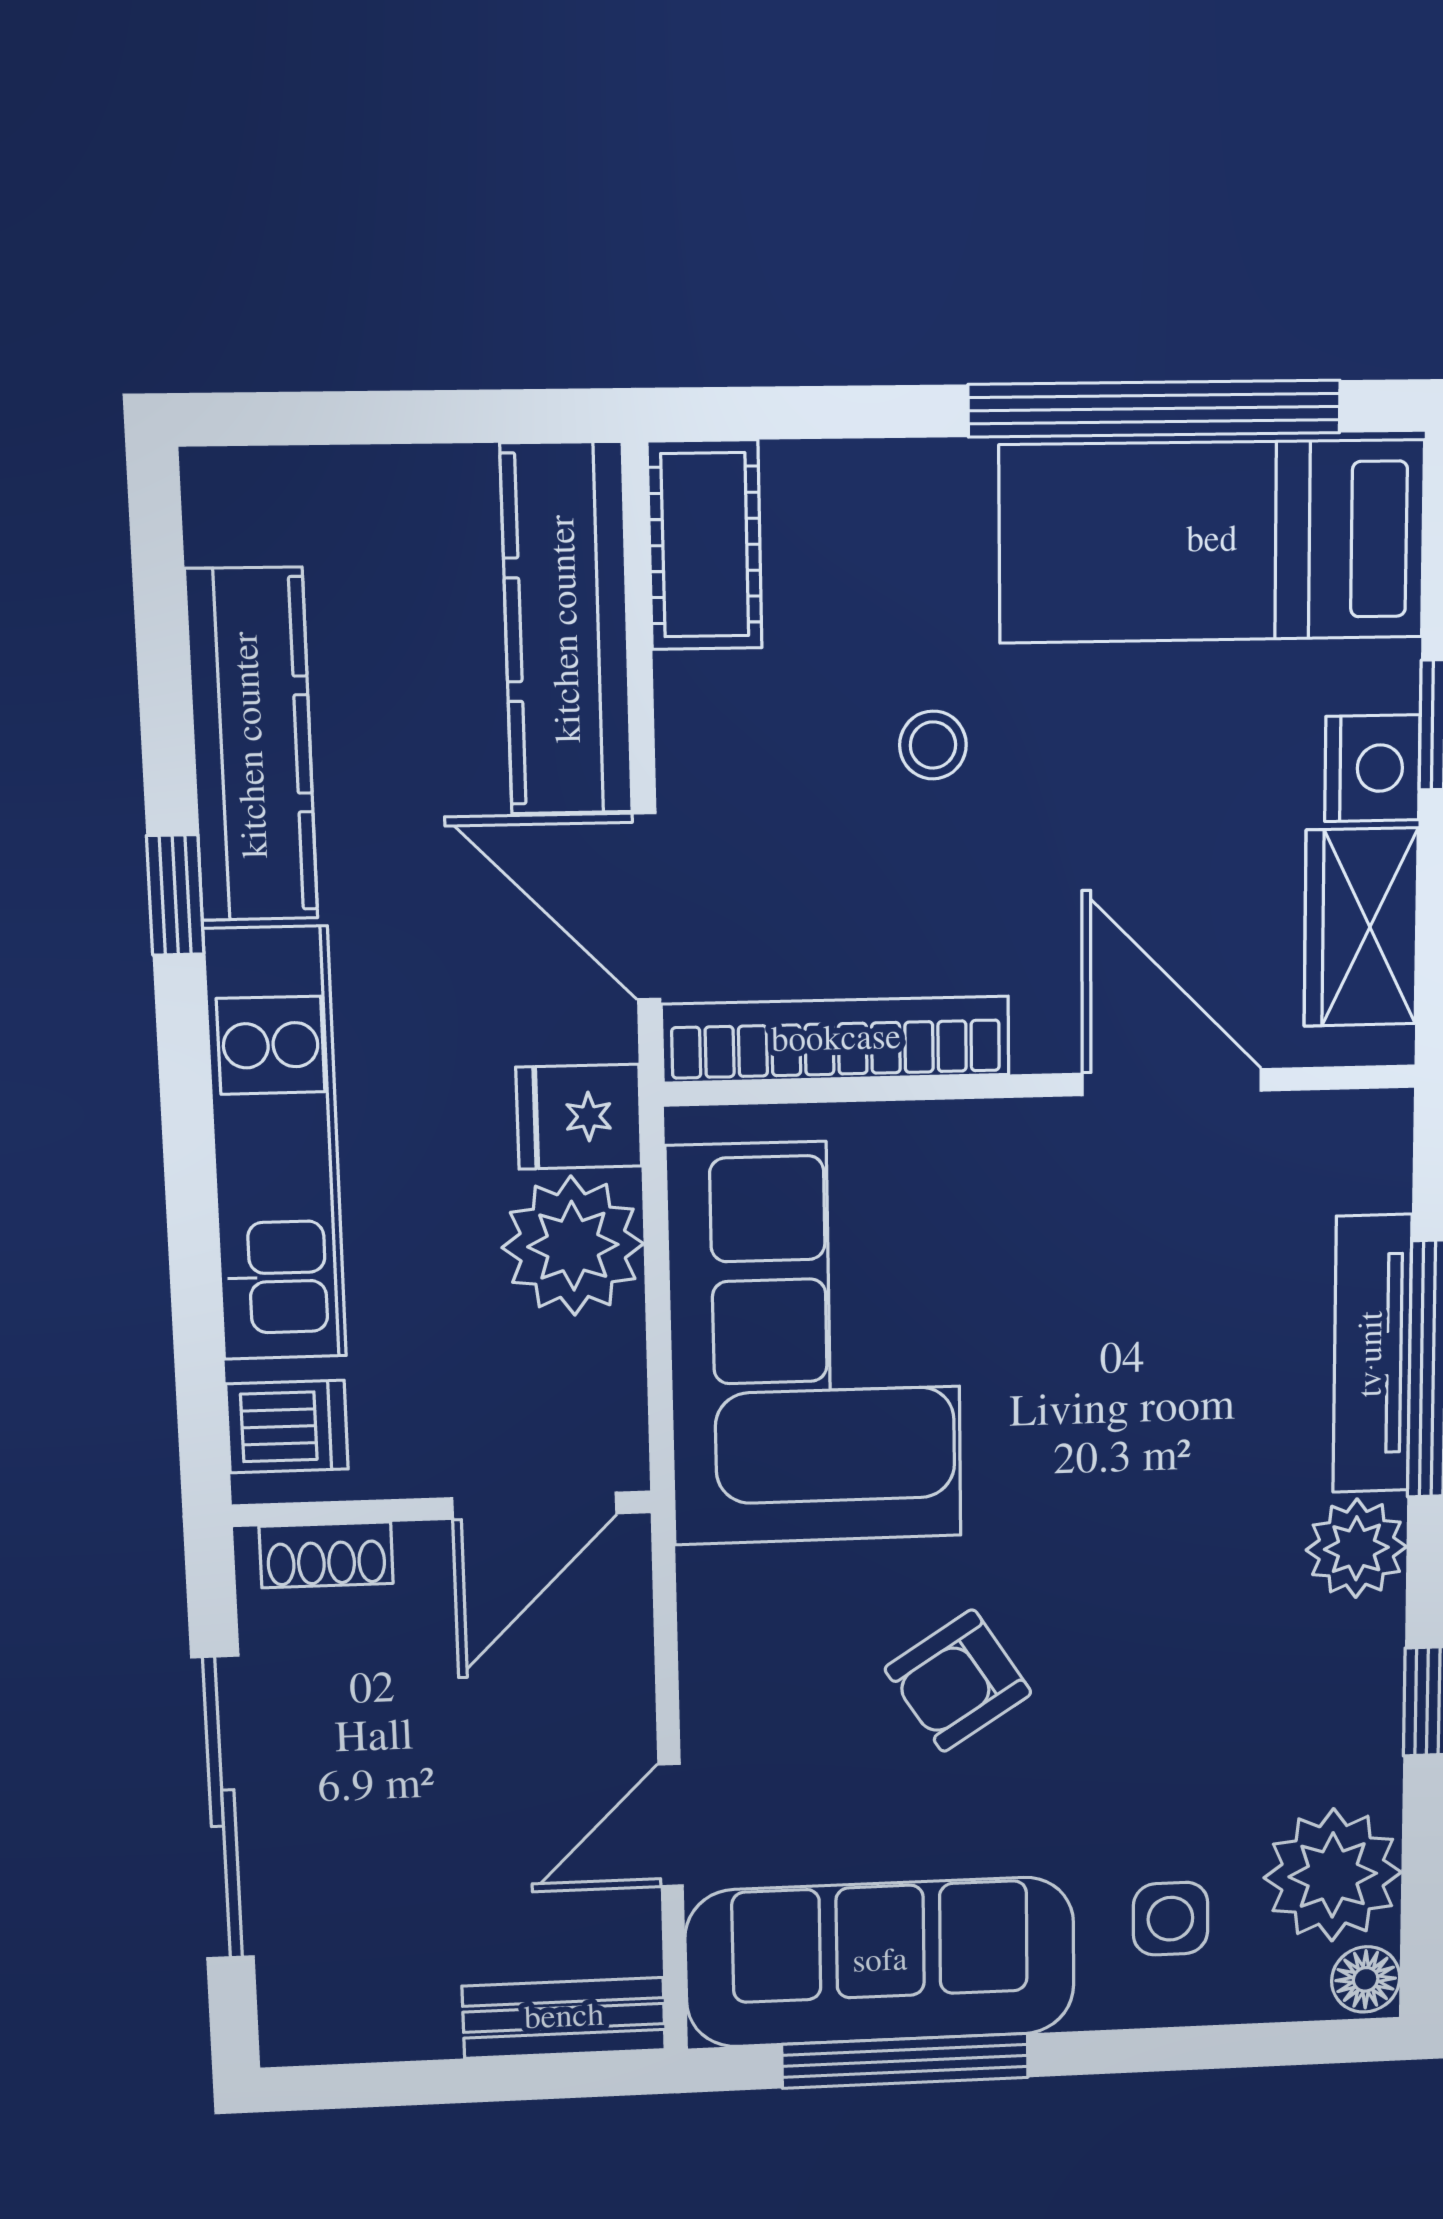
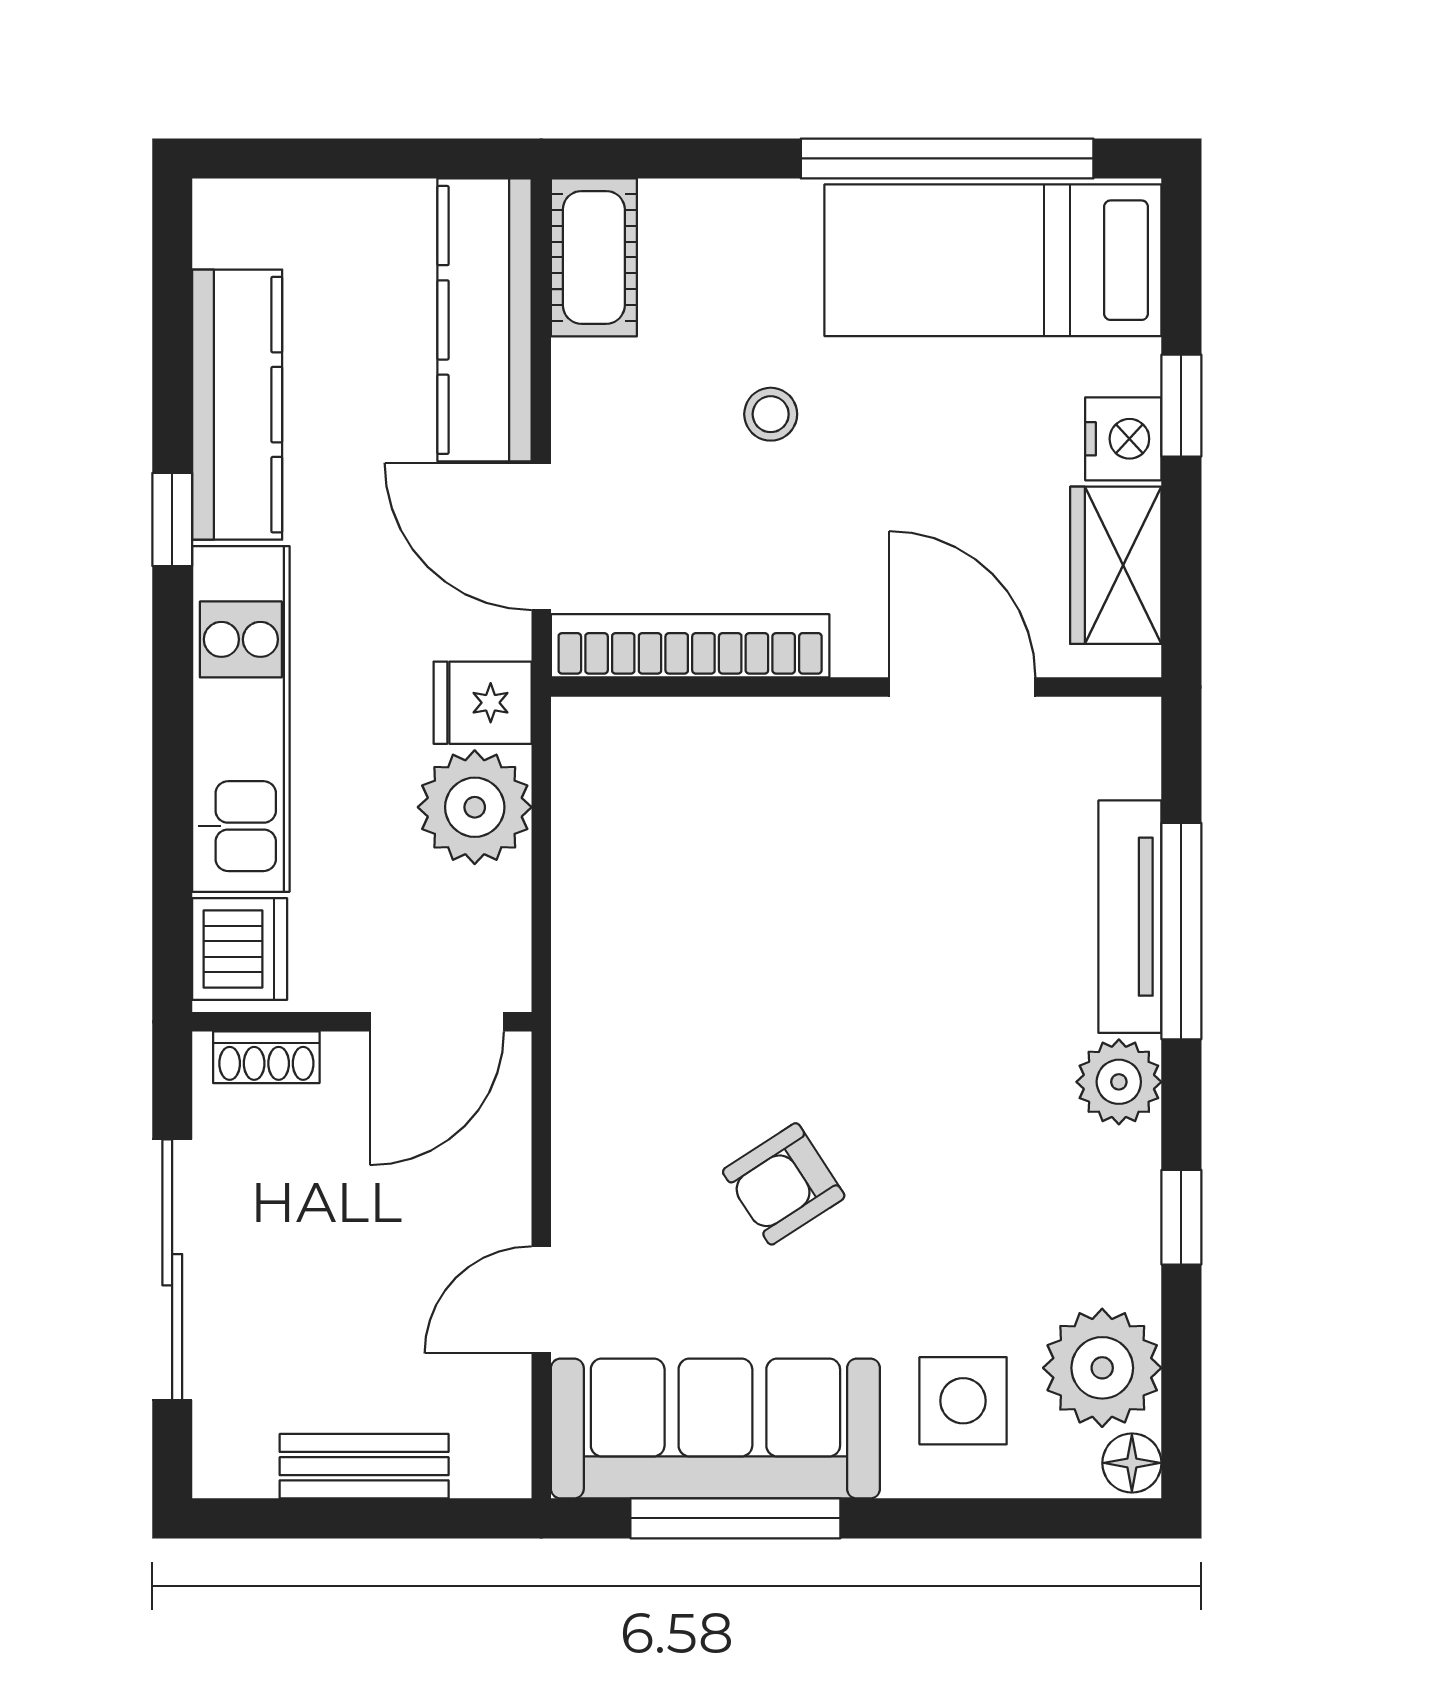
corner sofa: (815, 1343) -> (669, 893), removed
dishwasher: (287, 1427) -> (240, 949), width x1.38
side table: (1170, 1919) -> (963, 1401), width x1.37, depth x1.37
bench: (564, 2018) -> (364, 1466), moved

